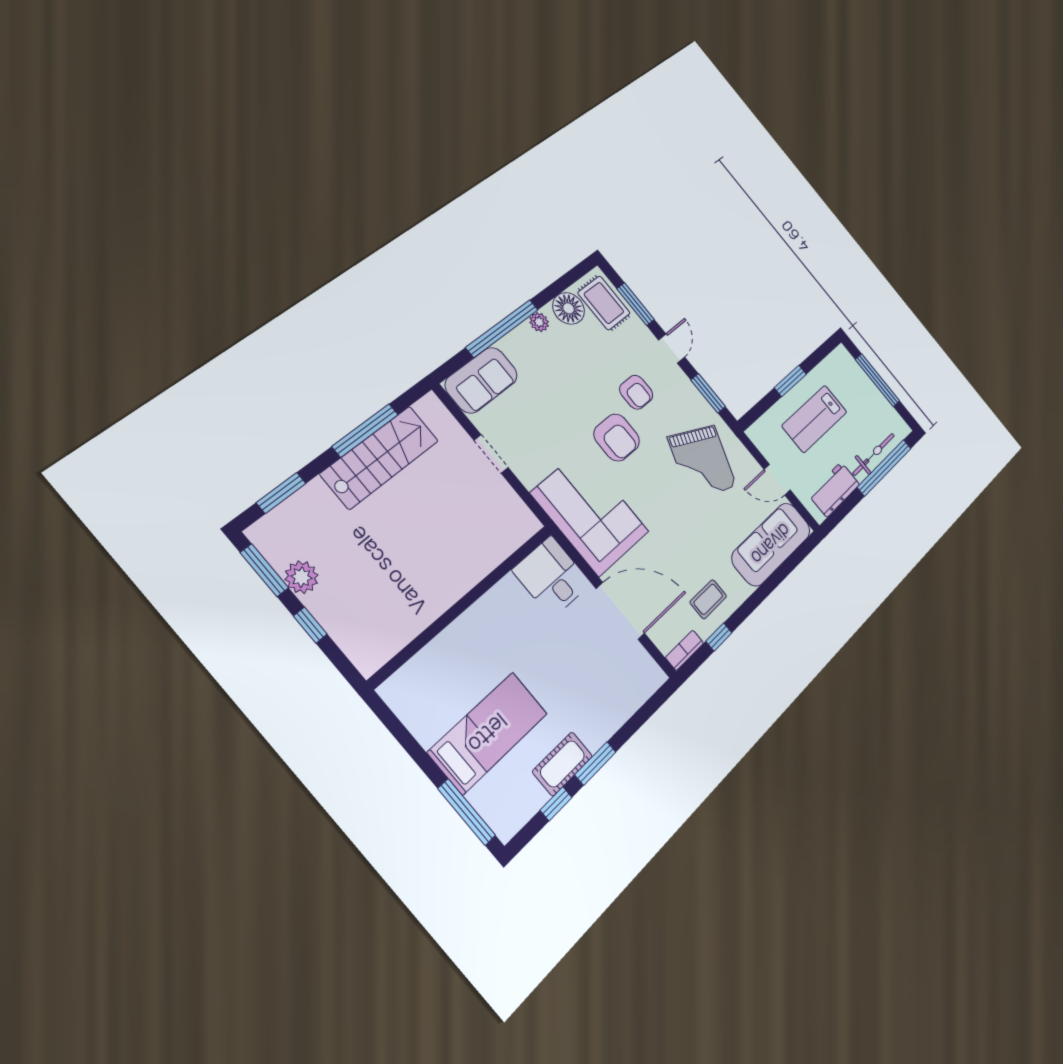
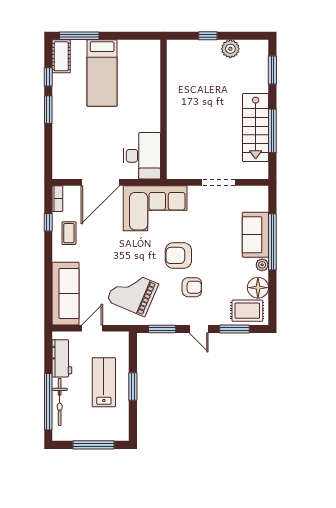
sofa: (481, 380) -> (255, 235), moved
armchair: (636, 392) -> (192, 287), turned 180
doorway: (491, 454) -> (218, 182), width x1.38
window: (264, 570) -> (245, 36), removed
desk: (552, 577) -> (142, 156), width x1.37
cot: (562, 764) -> (61, 56), moved

